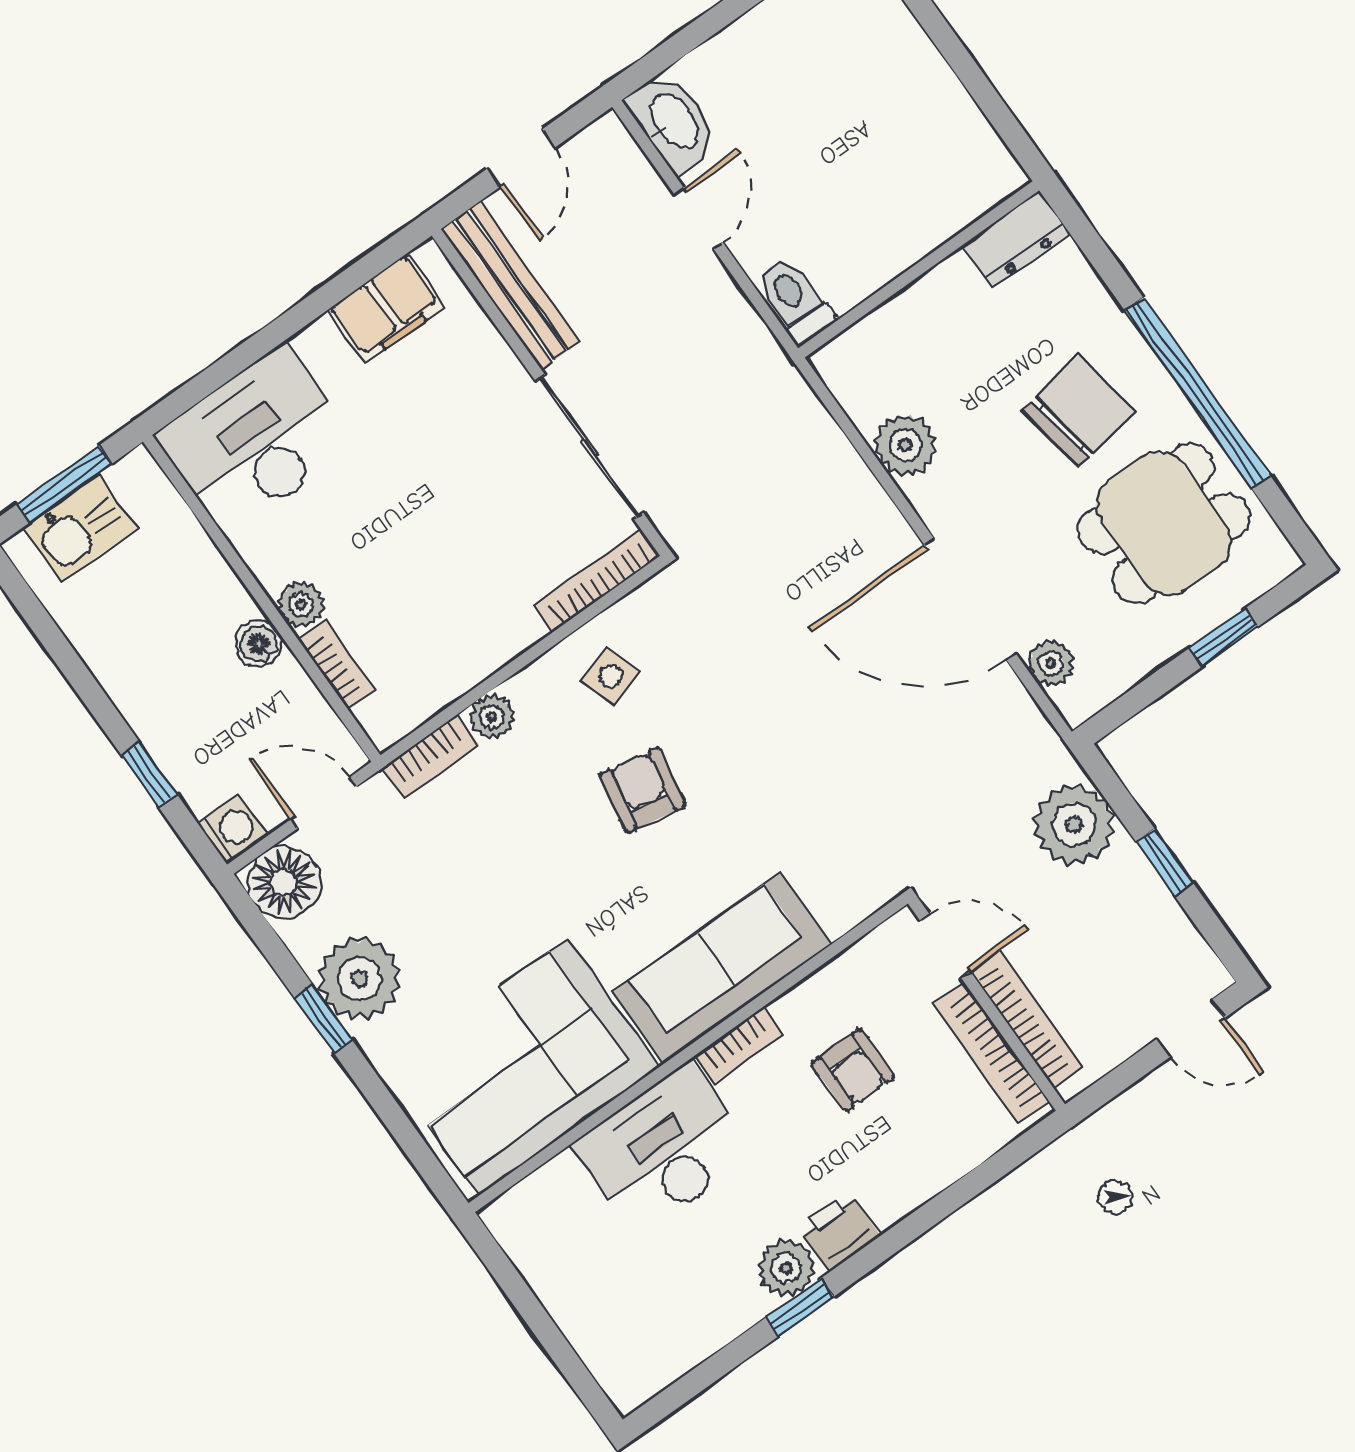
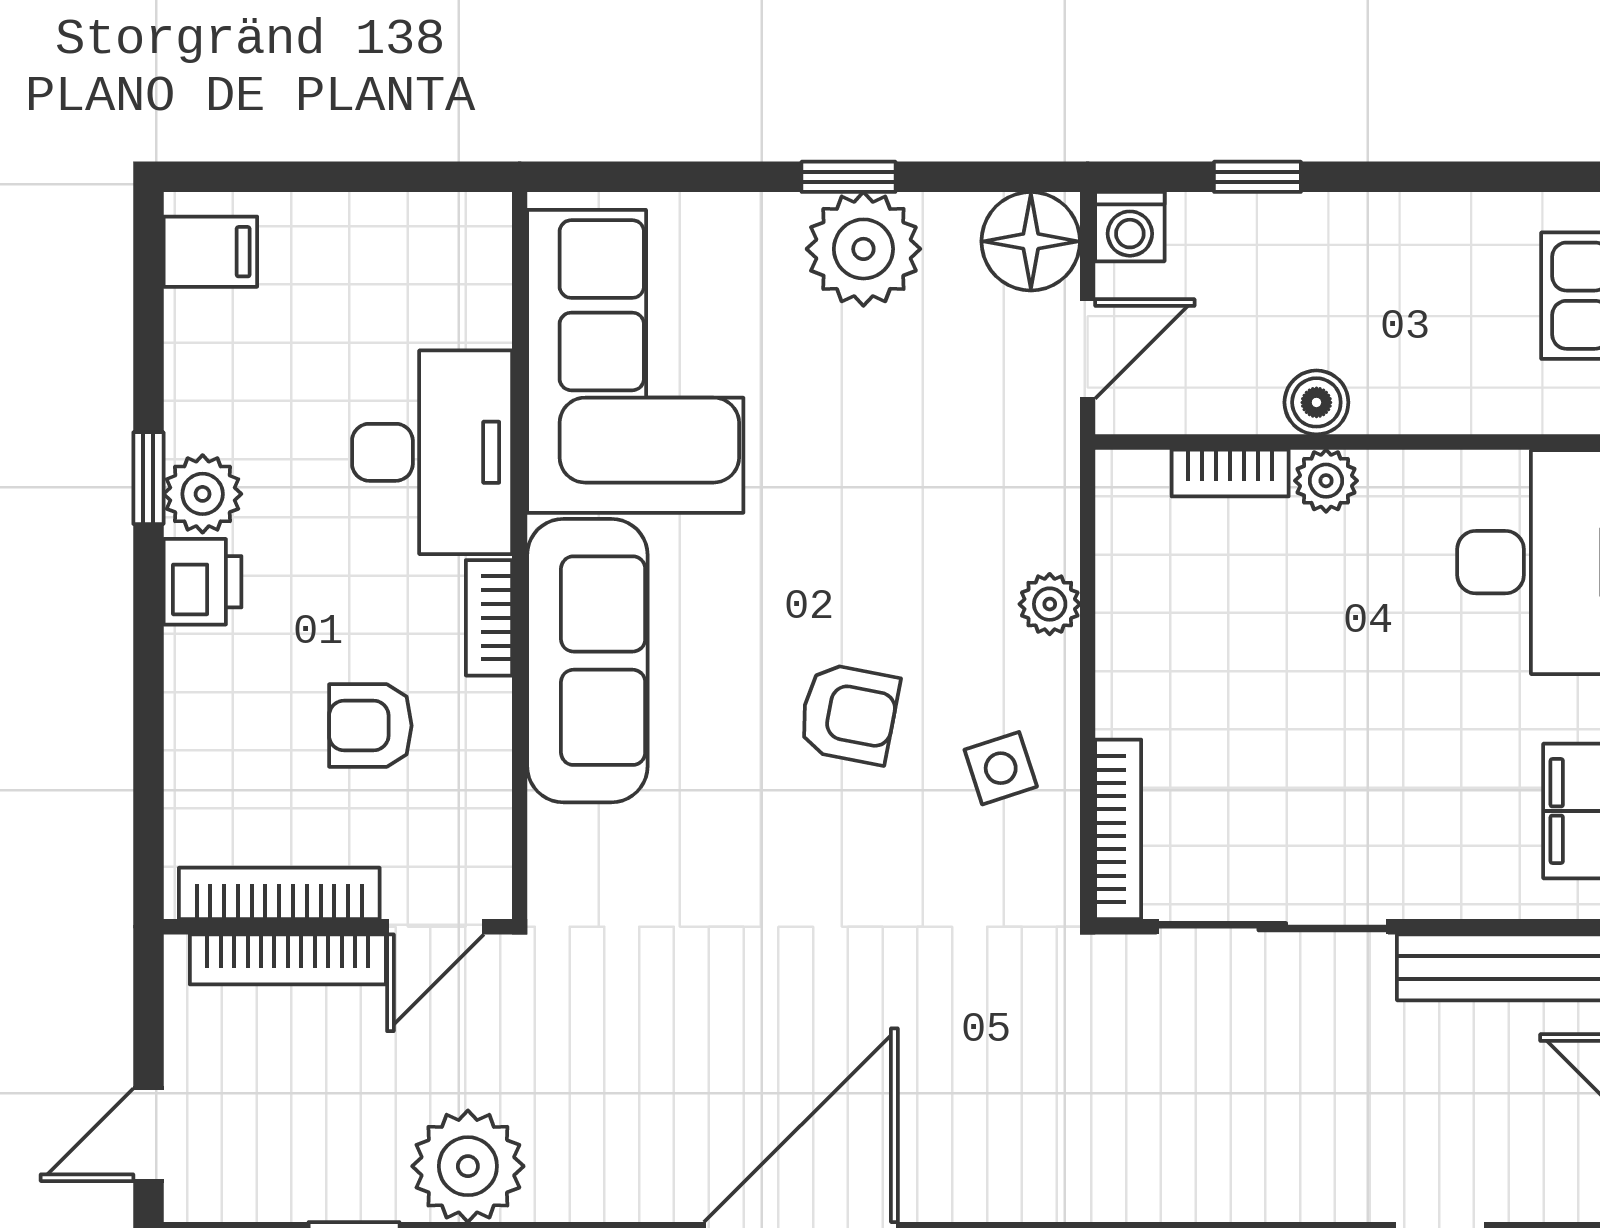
bookcase: (430, 756) -> (1055, 504), removed
filing cabinet: (639, 1367) -> (210, 252), added

